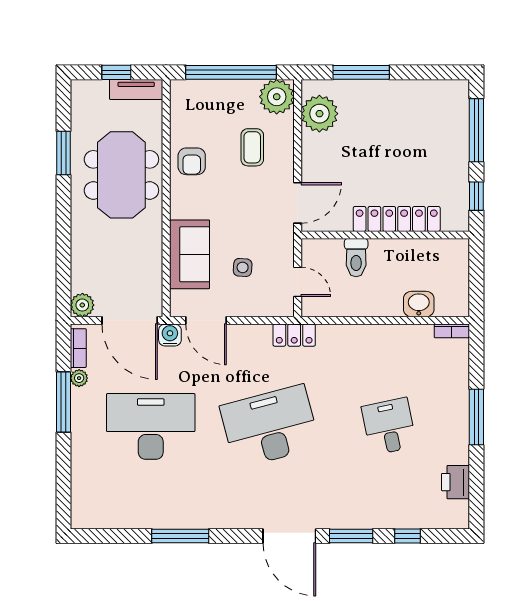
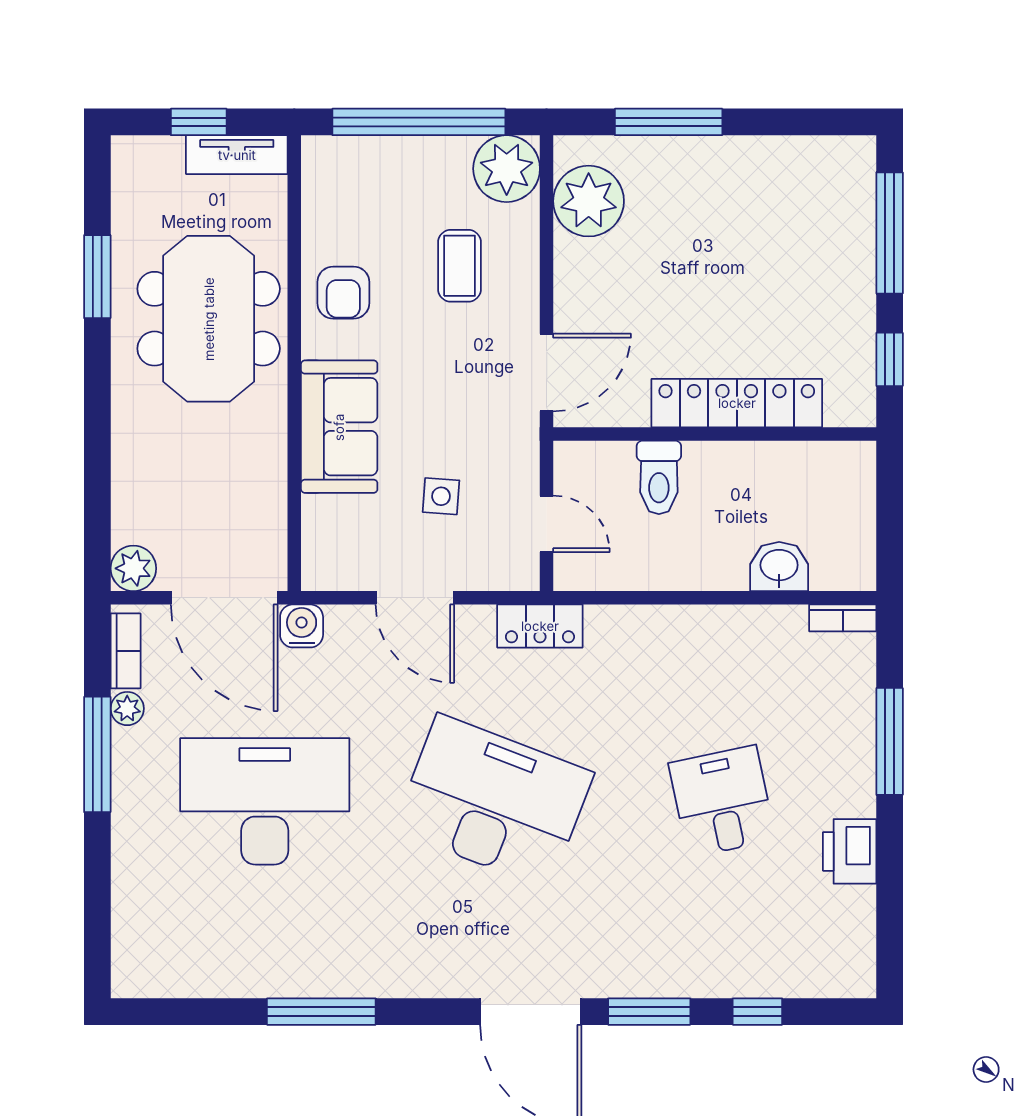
sofa: (190, 254) -> (339, 427), moved
door: (206, 320) -> (415, 598), moved
window: (476, 417) -> (890, 741), moved
desk: (270, 426) -> (493, 801), turned 36
printer: (456, 482) -> (850, 851), moved

